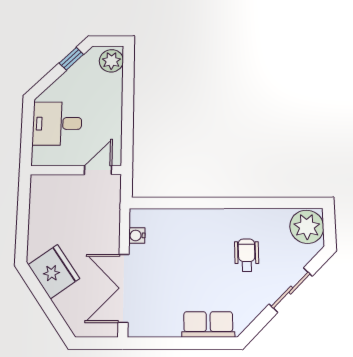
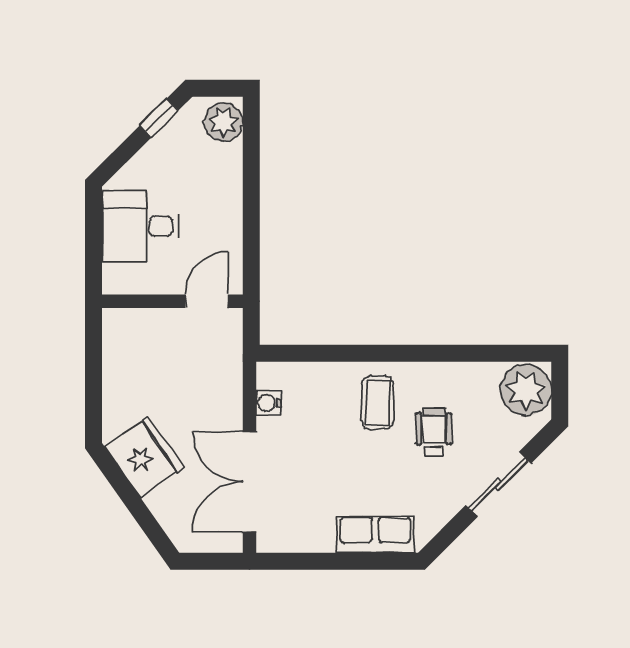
coffee table: (209, 235) -> (378, 403), added

